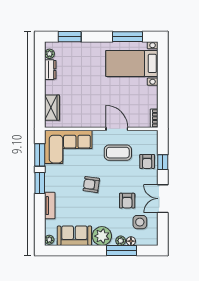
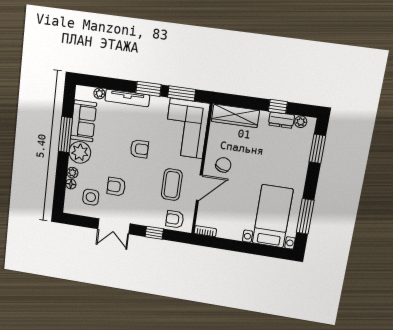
window: (40, 74) -> (278, 107), added
wardrobe: (52, 108) -> (235, 116), width x1.50
chair: (94, 111) -> (223, 165), added
armchair: (147, 161) -> (175, 219), moved
armchair: (91, 185) -> (139, 149), turned 82
double door: (163, 199) -> (114, 226), swing flipped
tv unit: (50, 206) -> (127, 98), width x1.41
plant: (49, 240) -> (99, 93), moved
window: (122, 250) -> (65, 135), moved

